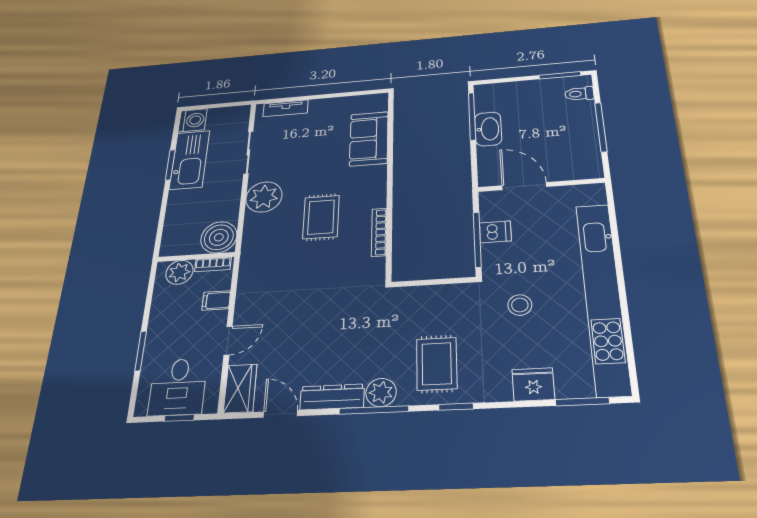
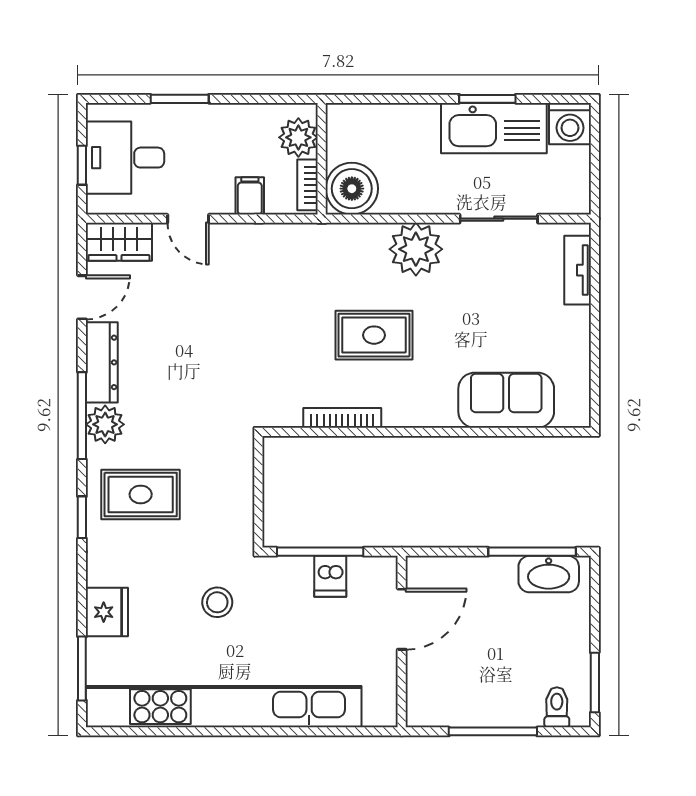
washbasin: (488, 129) -> (549, 574), moved

